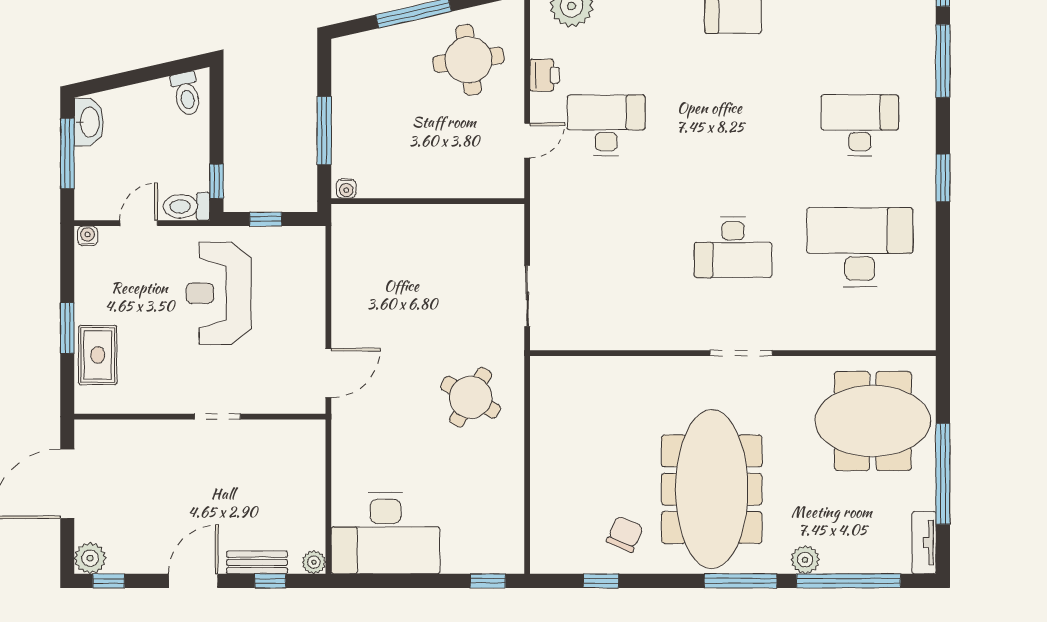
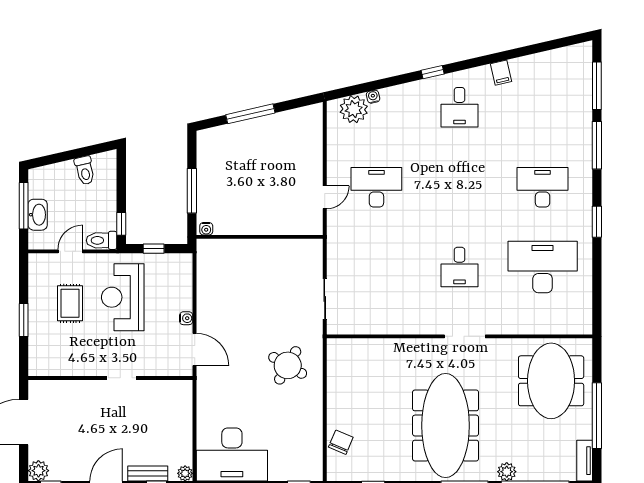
round table: (469, 60) -> (286, 144), removed
printer: (545, 75) -> (336, 154), removed
toilet: (186, 94) -> (85, 170), moved
washbasin: (89, 122) -> (38, 215), moved
water cooler: (88, 236) -> (186, 318), moved, turned 90
desk: (733, 247) -> (459, 267), width x0.73
rug: (98, 355) -> (70, 303), moved
door: (328, 373) -> (195, 349), hinge flipped
meeting table: (873, 421) -> (551, 381), turned 90
chair: (625, 534) -> (341, 442), moved

